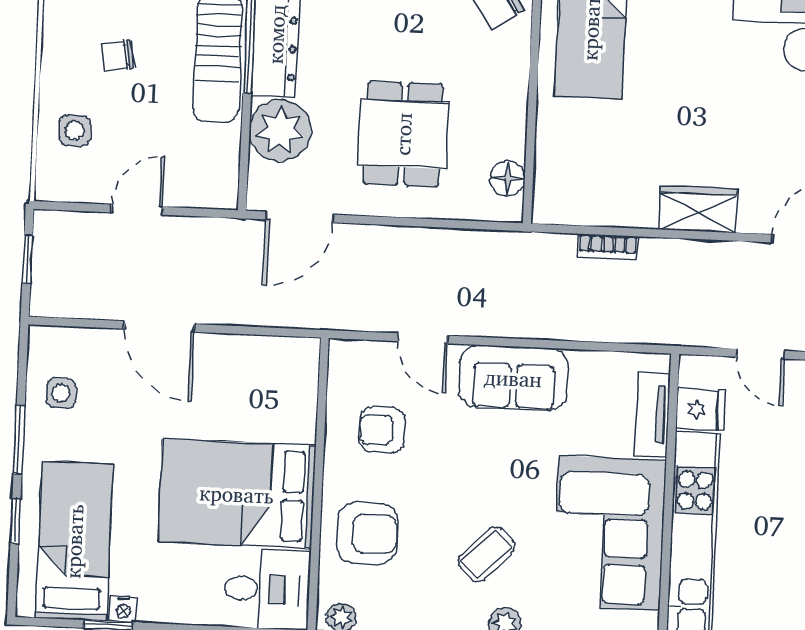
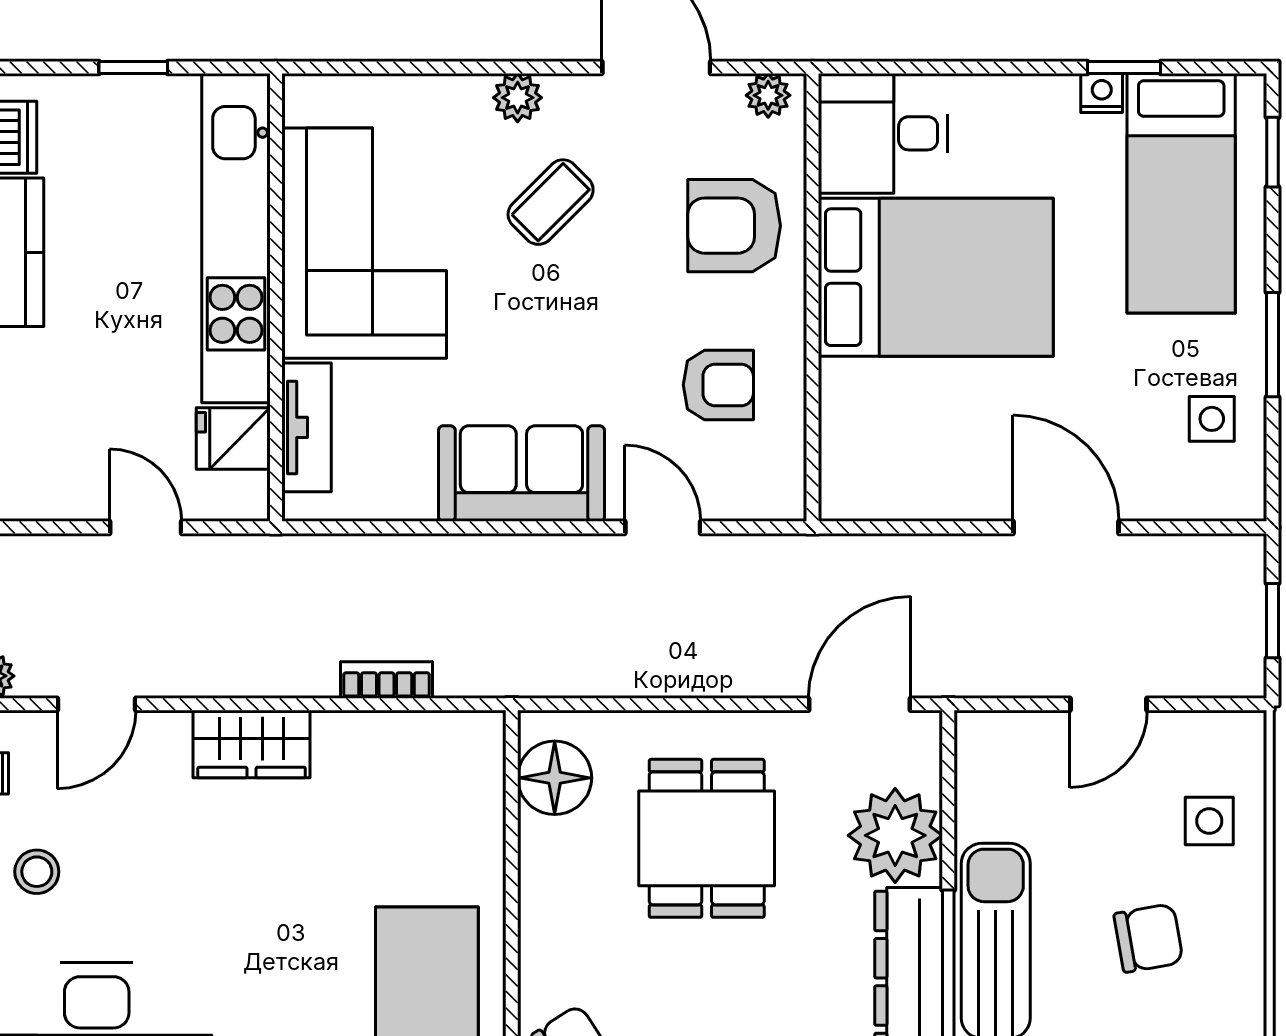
chair: (118, 56) -> (1148, 938), width x1.37, depth x1.37
floor lamp: (507, 178) -> (555, 778), width x1.38, depth x1.38
window: (15, 521) -> (1273, 152), moved

